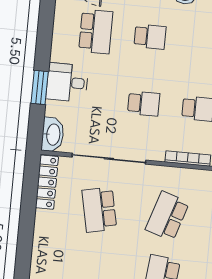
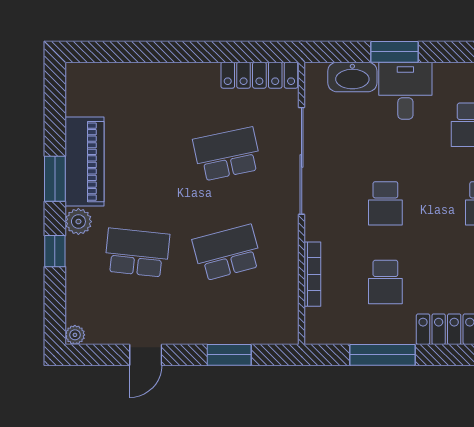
washbasin: (53, 135) -> (352, 77), moved
school desk: (167, 216) -> (227, 253), turned -33

